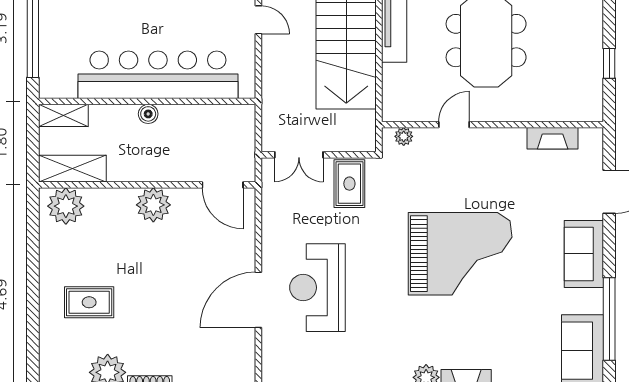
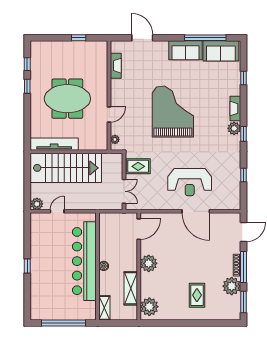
door: (454, 125) -> (109, 115), swing flipped
shelving: (72, 169) -> (131, 288), moved
sofa: (584, 254) -> (185, 50), moved

